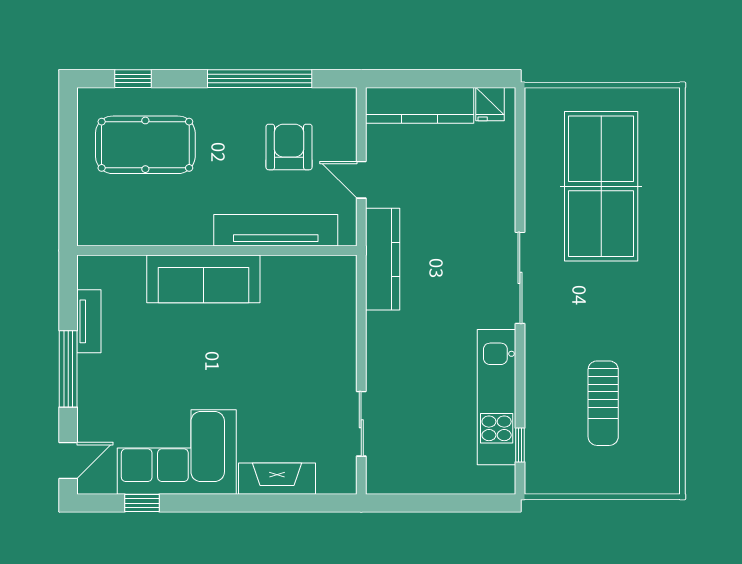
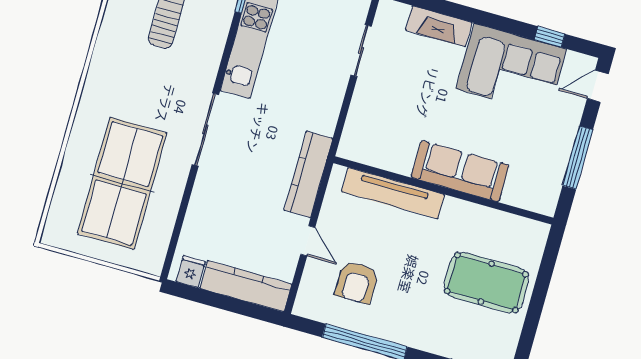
pool table: (145, 145) -> (486, 283), moved
tv unit: (276, 230) -> (393, 193), moved
wall: (217, 250) -> (443, 190), moved
sofa: (203, 279) -> (460, 171), moved
tv unit: (89, 321) -> (551, 190), removed

